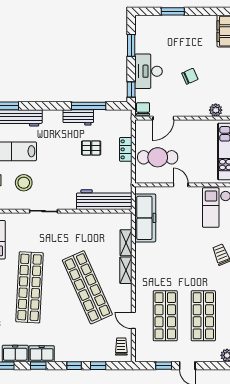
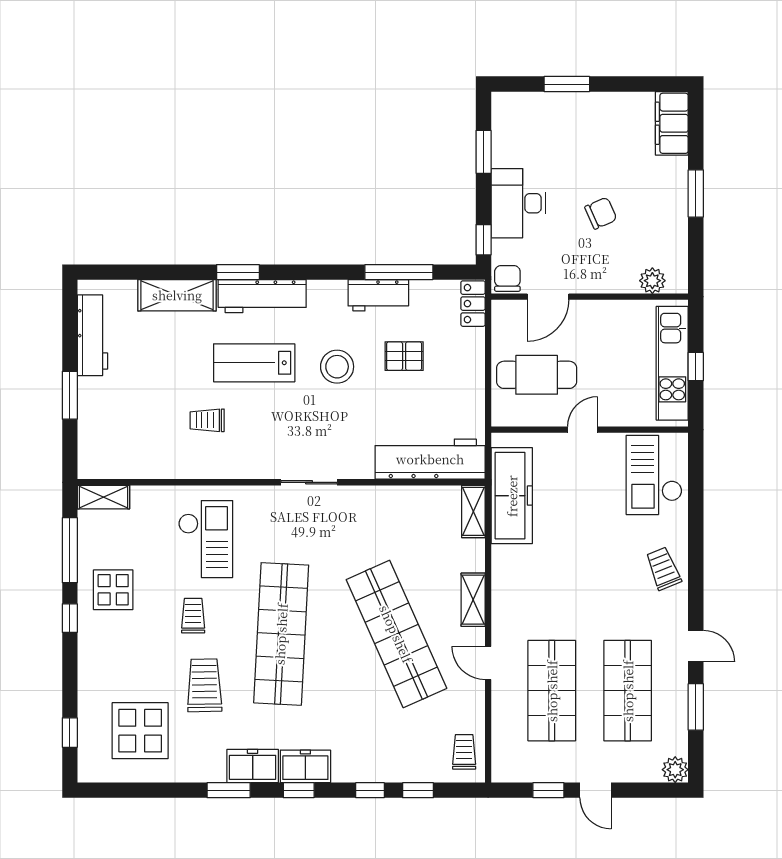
locker: (126, 149) -> (473, 304), moved
stool: (24, 183) -> (337, 367), moved
door: (181, 185) -> (583, 430), hinge flipped
shelving: (126, 243) -> (473, 511), moved
door: (133, 320) -> (488, 663), moved

